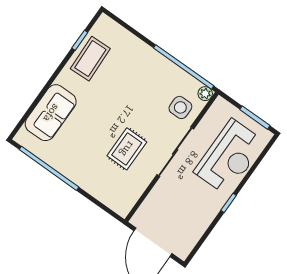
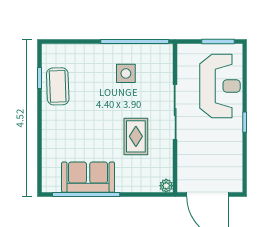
plant: (205, 94) -> (166, 186), moved
side table: (180, 107) -> (126, 73), moved
sofa: (51, 113) -> (88, 177), moved, turned -90

